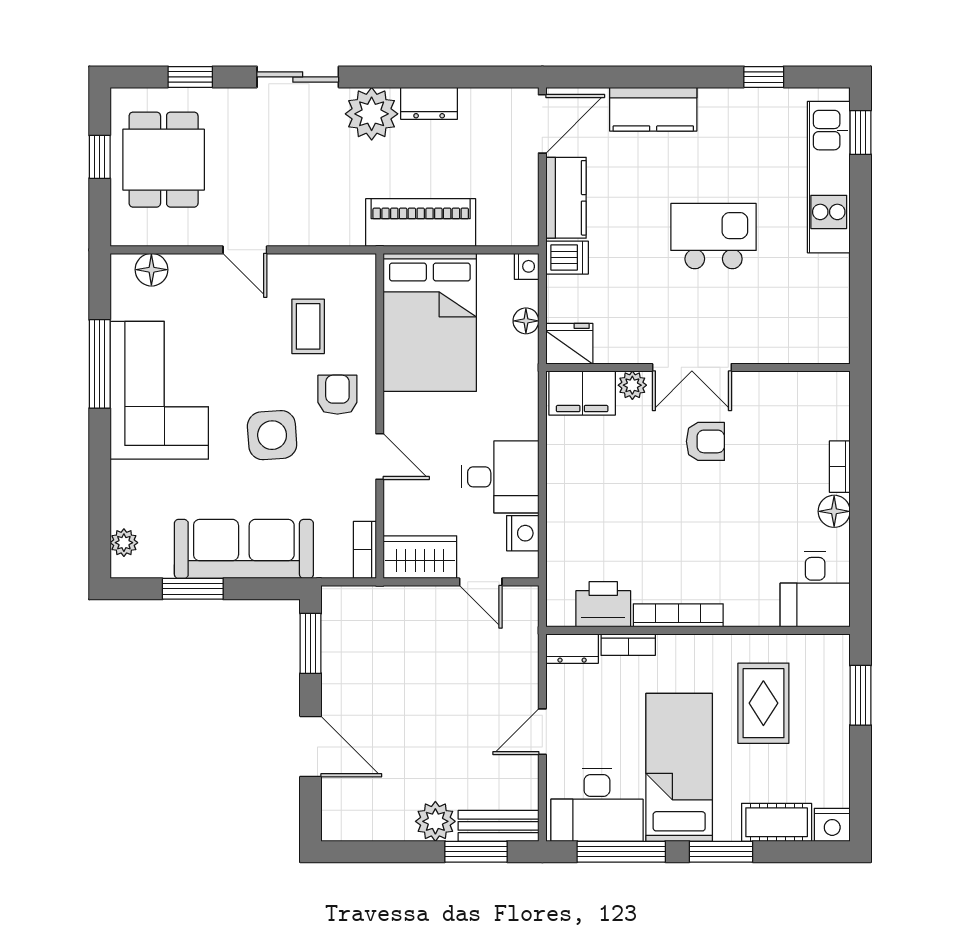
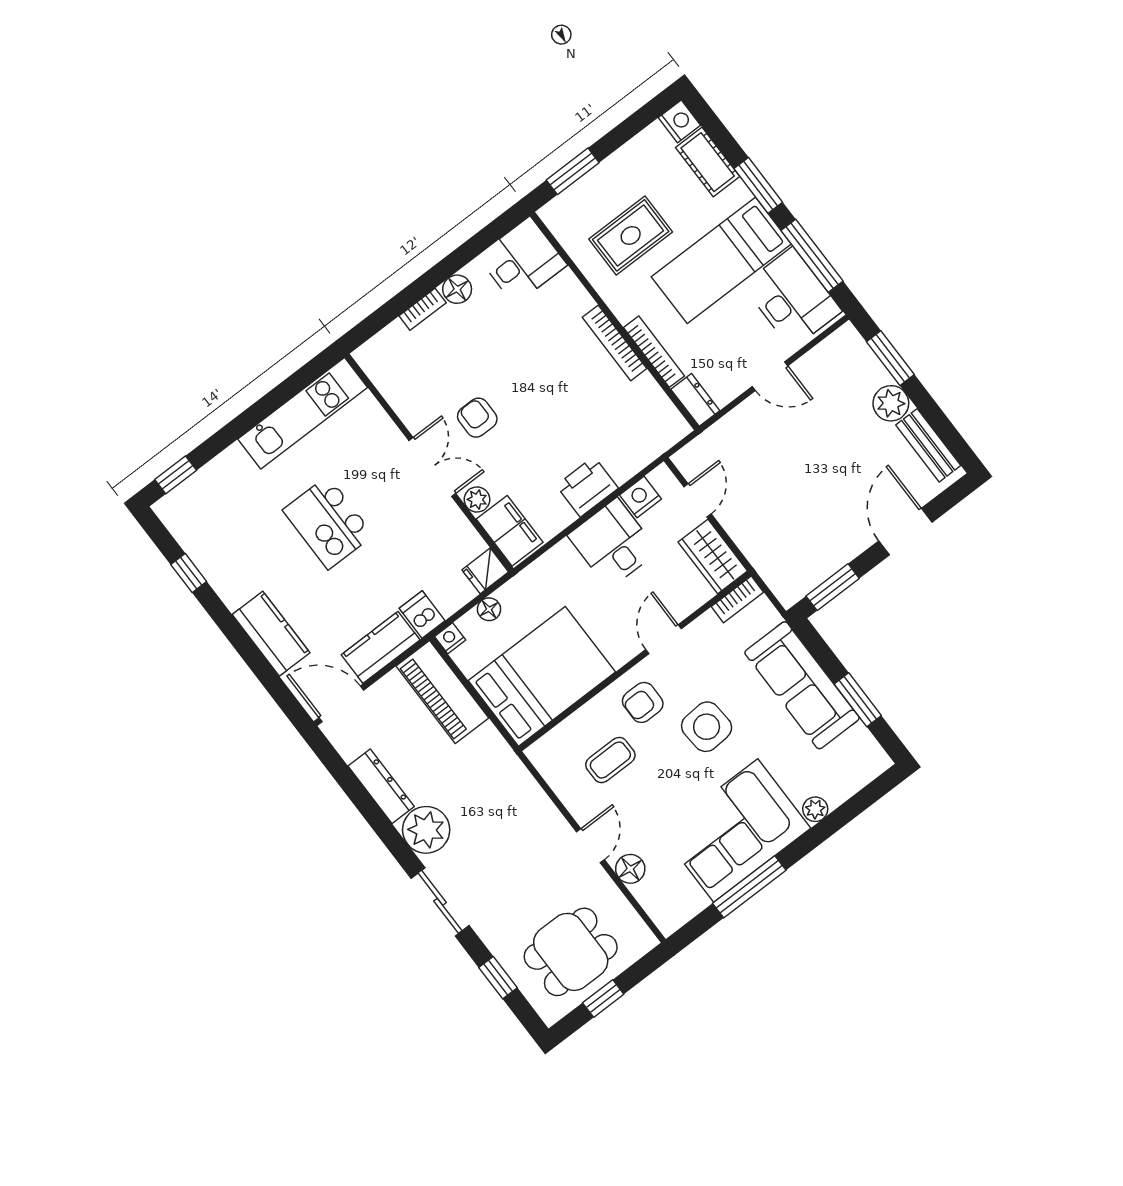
dresser: (429, 103) -> (381, 786), width x1.44
kitchen unit: (829, 177) -> (303, 413), moved
piano: (421, 223) -> (442, 692), moved
floor lamp: (151, 270) -> (630, 869), moved
fridge: (569, 344) -> (485, 571), width x0.72
plant: (124, 543) -> (815, 809), moved
printer: (603, 604) -> (587, 487), moved, turned 90
bookcase: (628, 645) -> (654, 352), width x1.56
bench: (498, 826) -> (928, 445), moved

